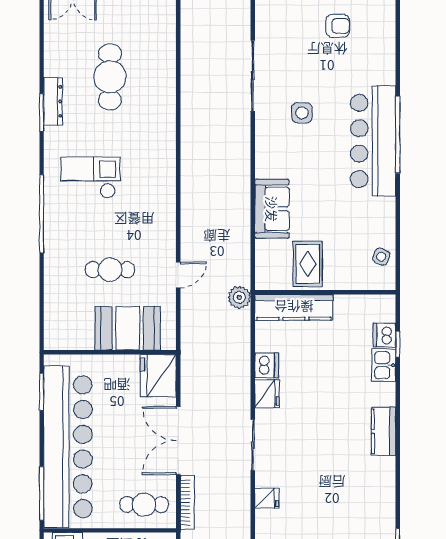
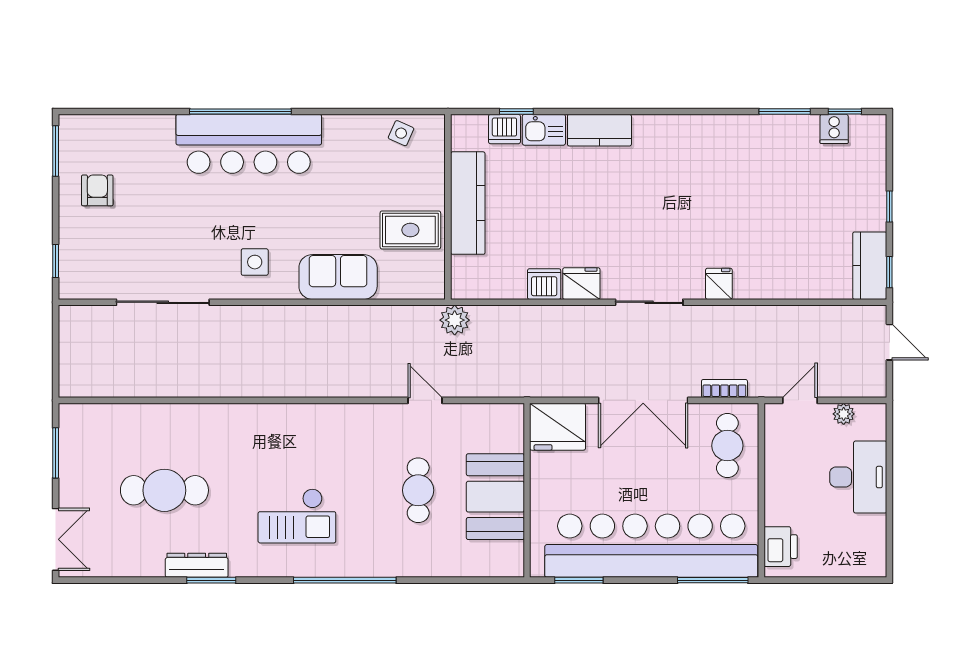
side table: (302, 113) -> (255, 262), moved
checkout: (91, 178) -> (297, 516), turned -90
kitchen counter: (294, 307) -> (468, 203), moved
booth: (128, 328) -> (495, 497), moved
kitchen counter: (384, 431) -> (599, 130), moved
bookcase: (187, 502) -> (724, 388), width x0.64

